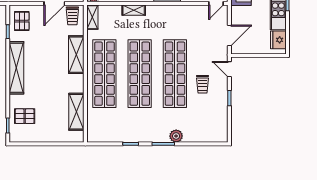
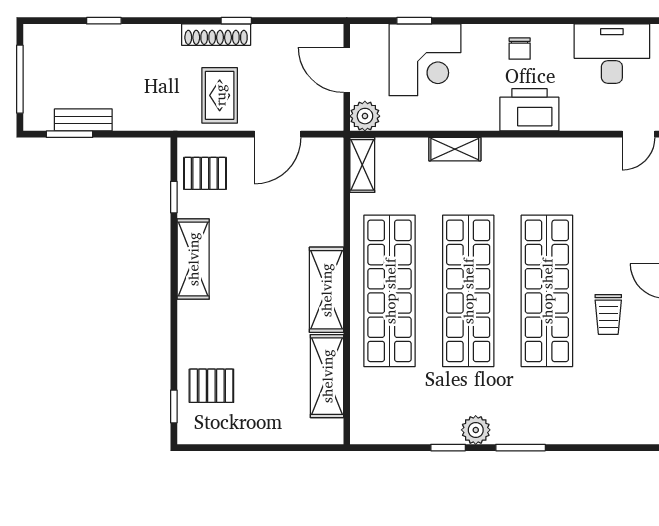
trolley: (72, 16) -> (318, 162), removed
pallet: (22, 21) -> (205, 173), turned 90
shelving: (76, 55) -> (326, 290), moved
shelving: (16, 68) -> (193, 259), width x0.68
plant: (176, 136) -> (476, 430), moved

